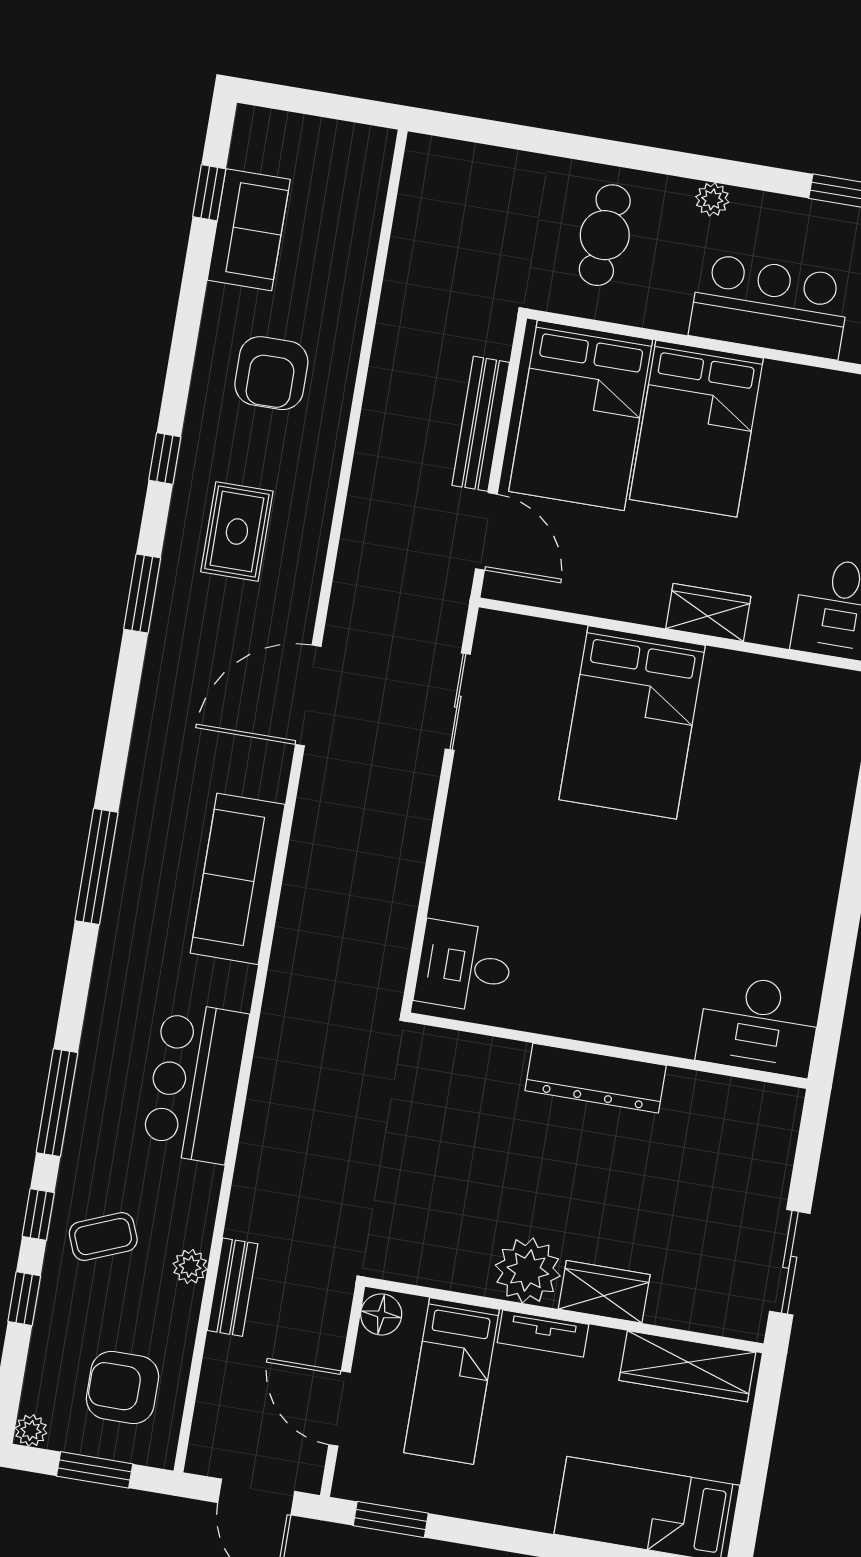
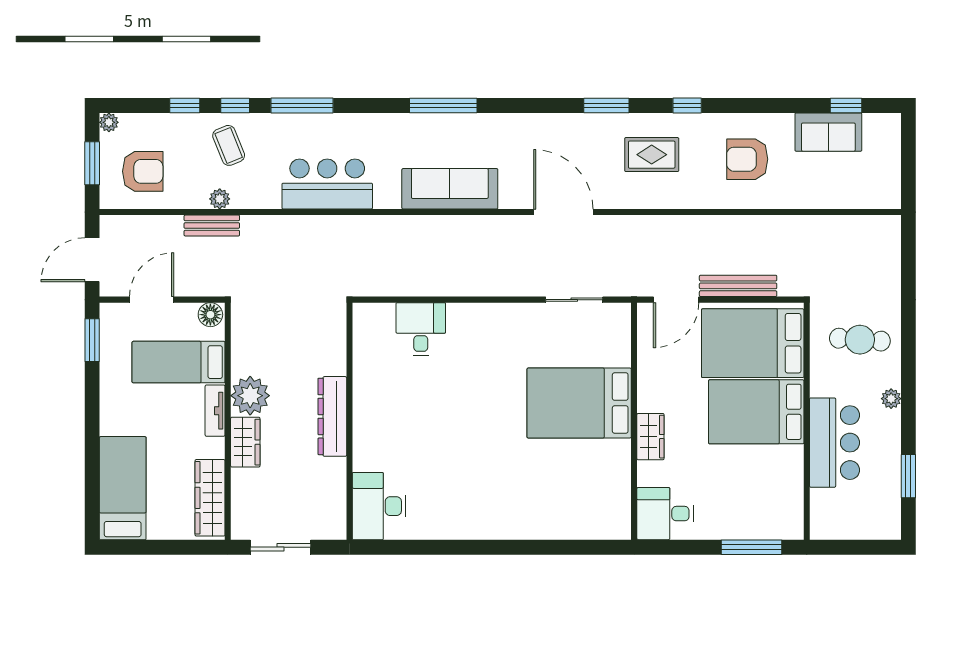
desk: (759, 1025) -> (379, 506), moved
wall: (609, 1051) -> (349, 421), moved
dresser: (596, 1078) -> (332, 416), moved
armchair: (123, 1387) -> (143, 171), turned 90

